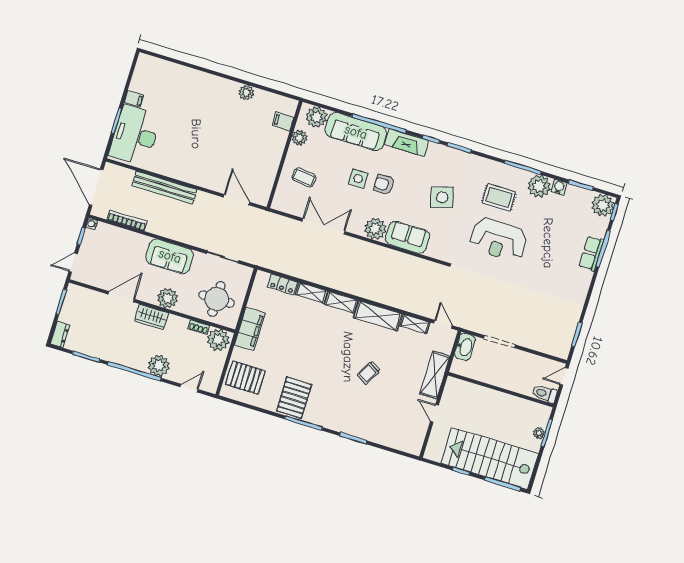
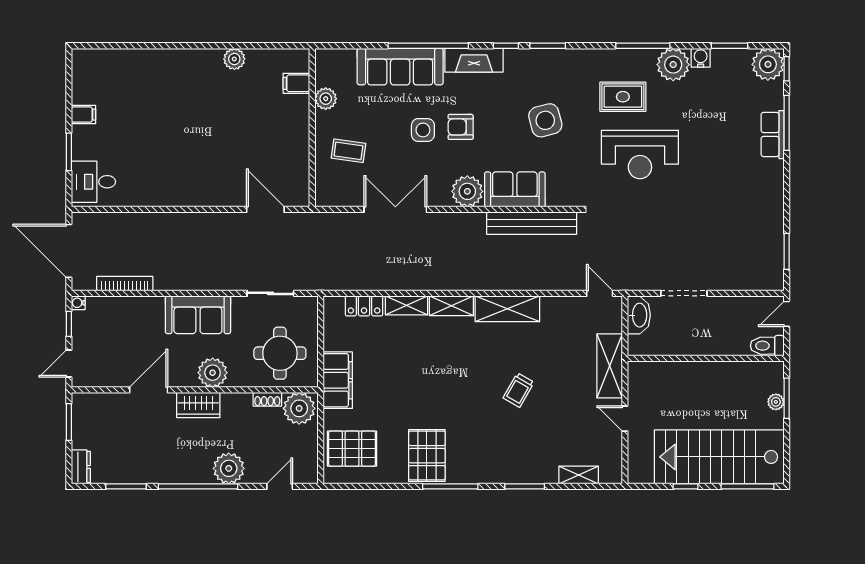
plant: (316, 117) -> (340, 63), removed
desk: (135, 135) -> (93, 182), width x0.53, depth x0.77
bench: (164, 188) -> (532, 223), moved
shelving: (415, 324) -> (579, 475), moved

